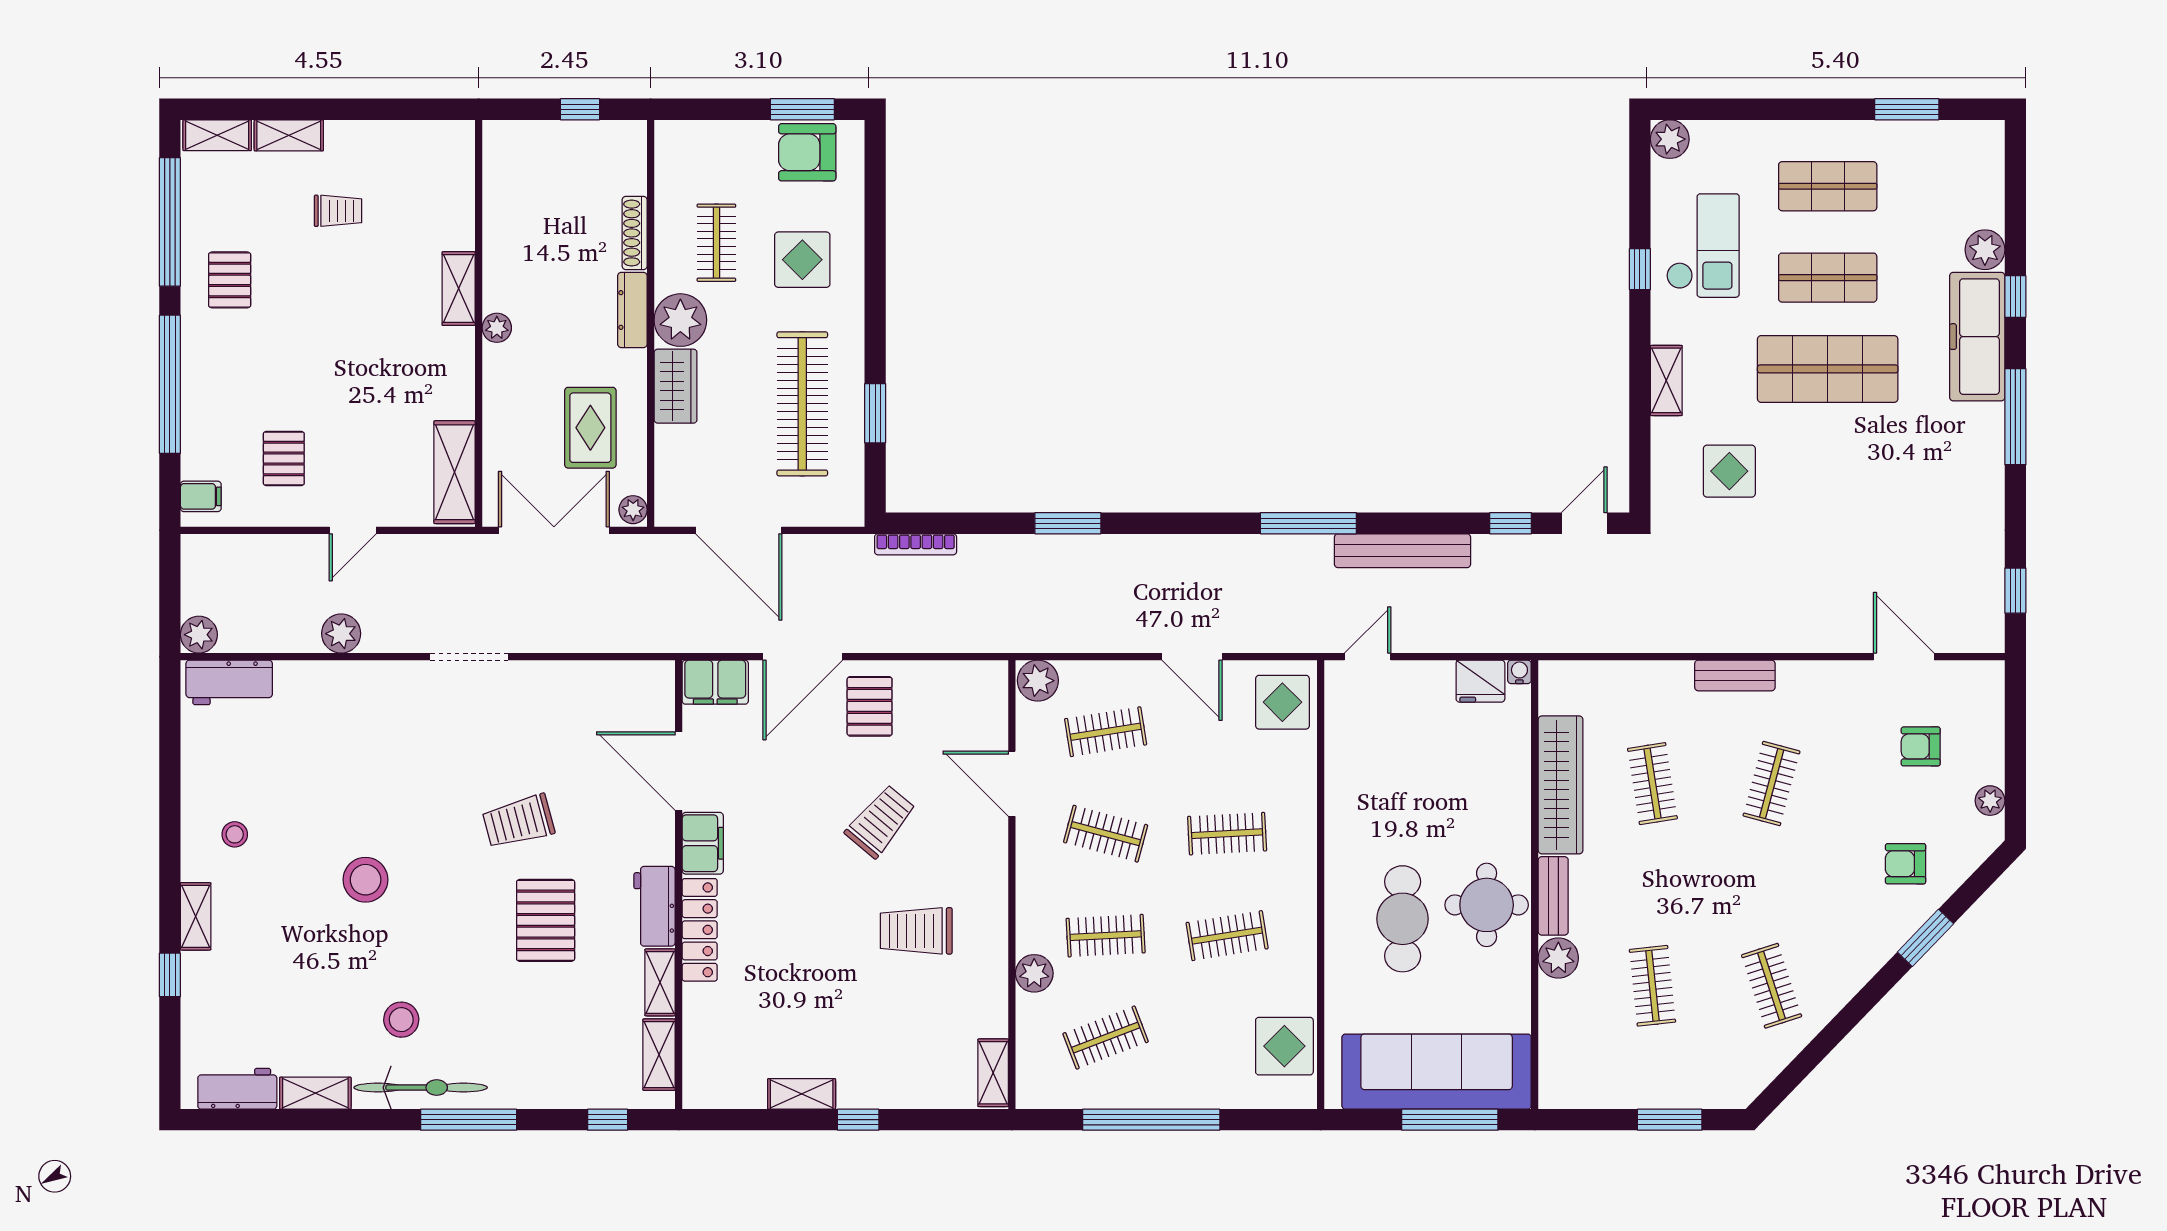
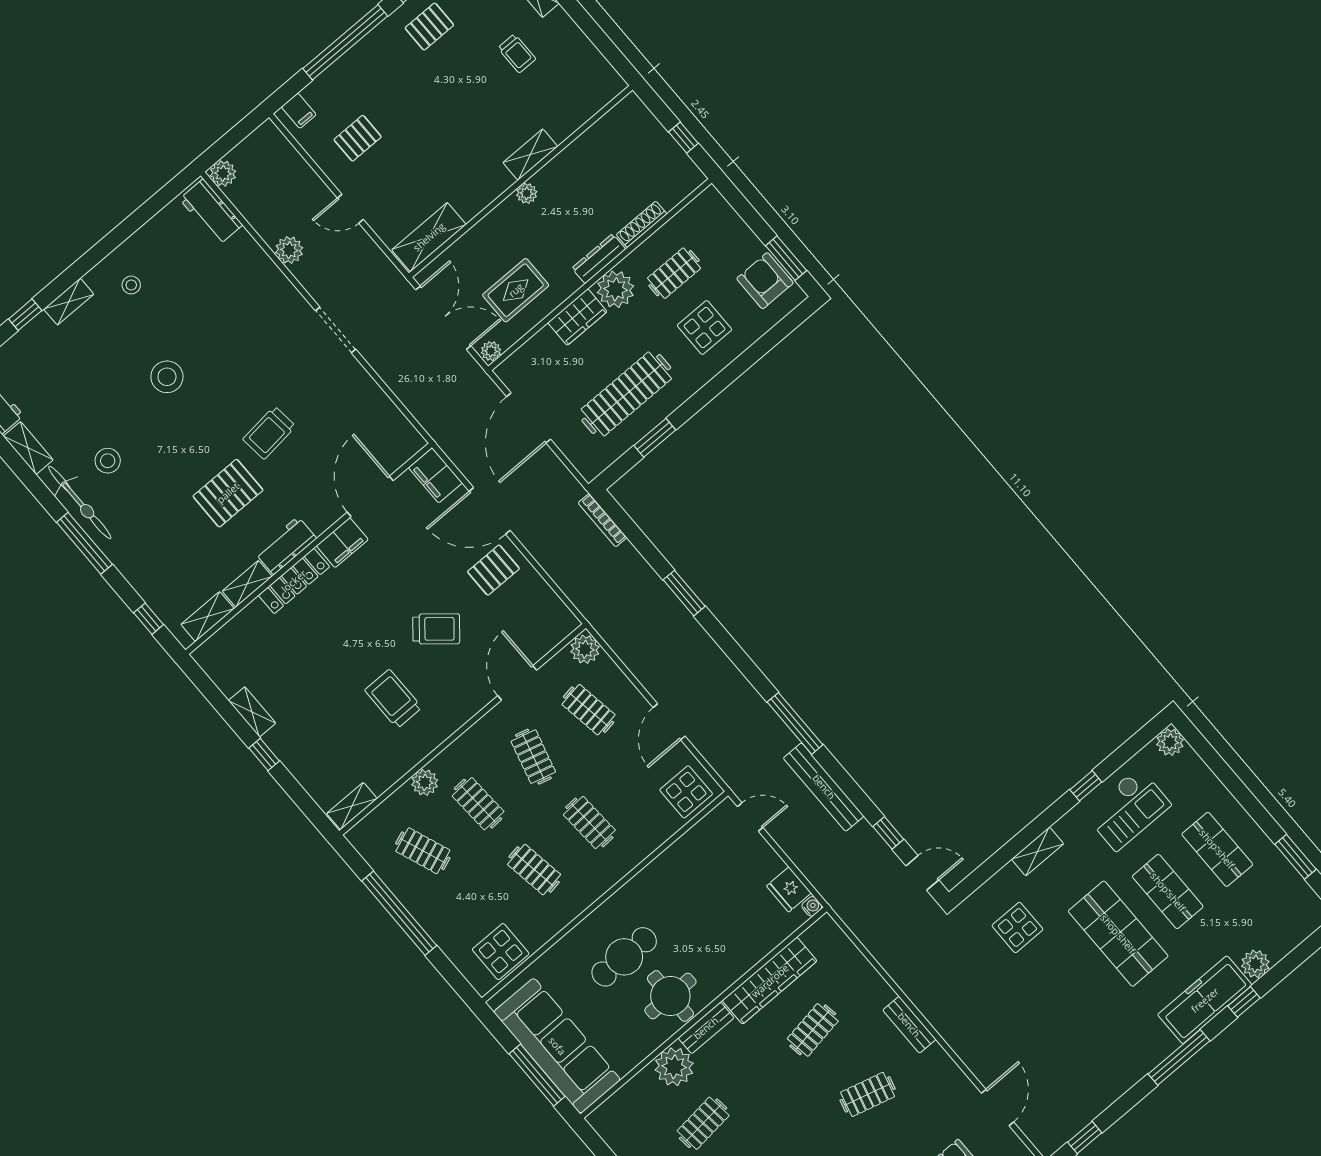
trolley: (519, 821) -> (269, 433), turned -81
plant: (1558, 958) -> (674, 1067), width x1.36, depth x1.36

